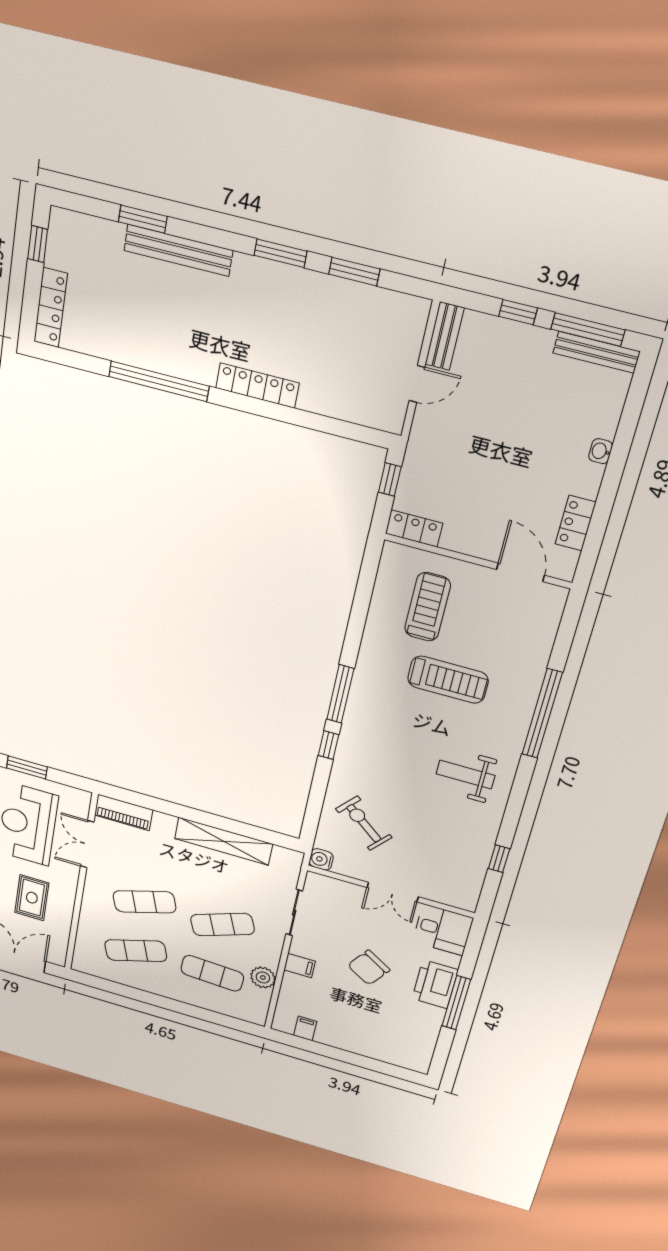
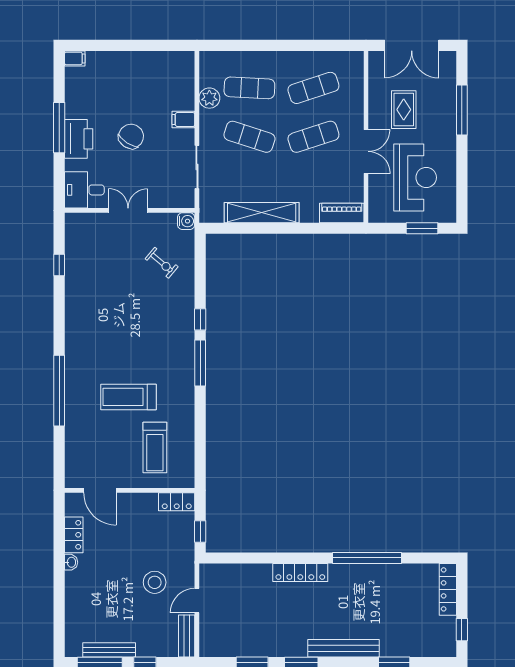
bench: (178, 250) -> (343, 648), moved
bench: (596, 352) -> (109, 650), moved
stool: (473, 426) -> (155, 582), added
washbasin: (601, 451) -> (71, 562), moved
weight bench: (465, 775) -> (99, 326), removed
exercise bike: (364, 823) -> (162, 263), width x0.73, depth x0.72
double door: (87, 844) -> (366, 151), moved
exercise mat: (222, 925) -> (249, 137), turned 39
filing cabinet: (305, 1028) -> (75, 58), moved, turned -90

